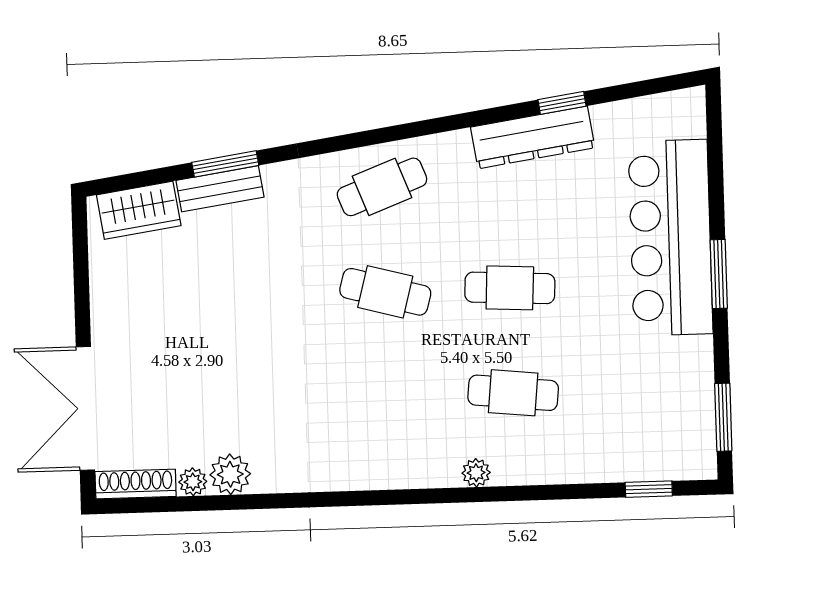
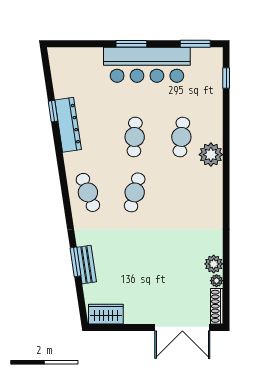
wardrobe: (139, 210) -> (106, 314), moved, turned -82
bar counter: (670, 238) -> (147, 65), moved
plant: (476, 473) -> (211, 155), width x1.88, depth x1.88

